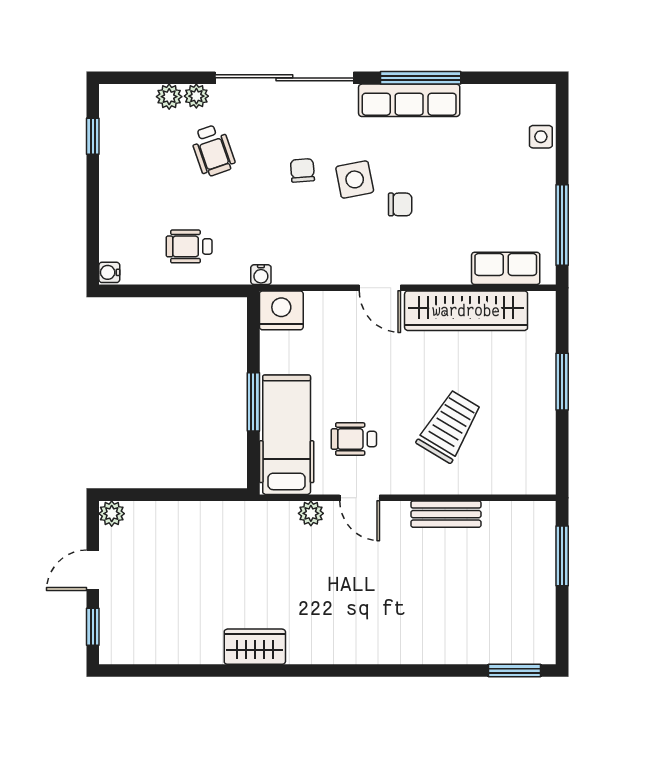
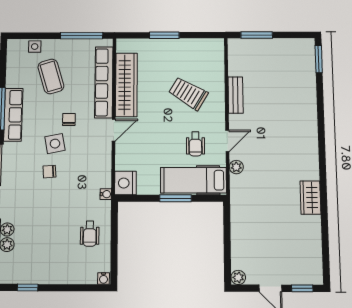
wheelchair: (213, 150) -> (37, 220), removed
coffee table: (483, 169) -> (51, 76), added
row of seats: (506, 268) -> (104, 82), width x2.02

